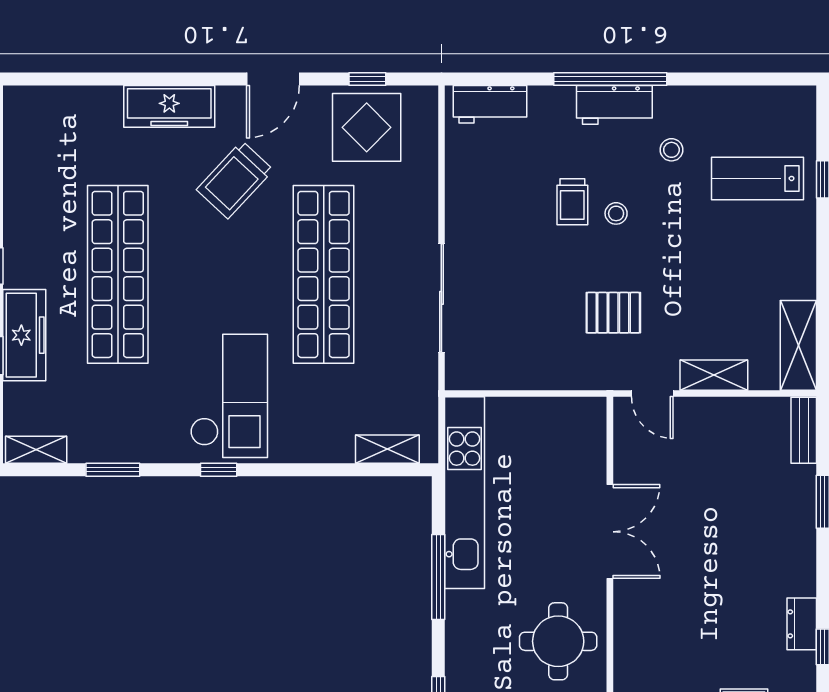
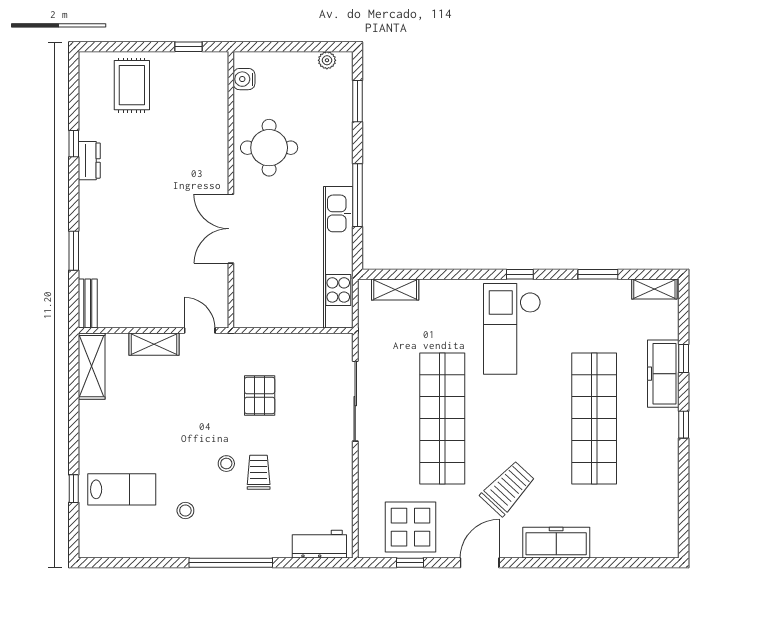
workbench: (614, 105) -> (227, 544), removed
pallet: (613, 313) -> (260, 396), moved, turned 90

